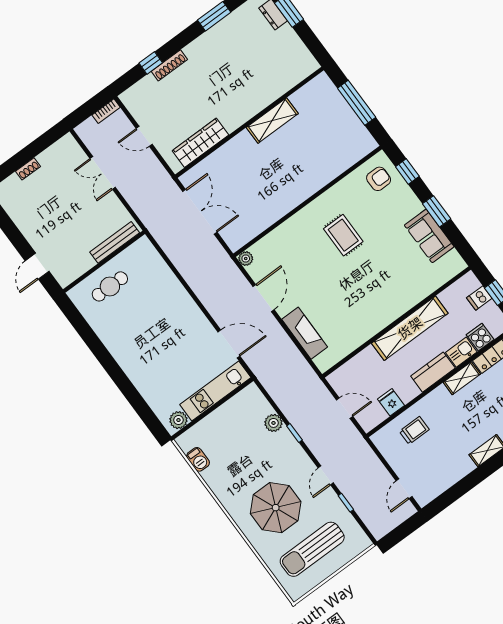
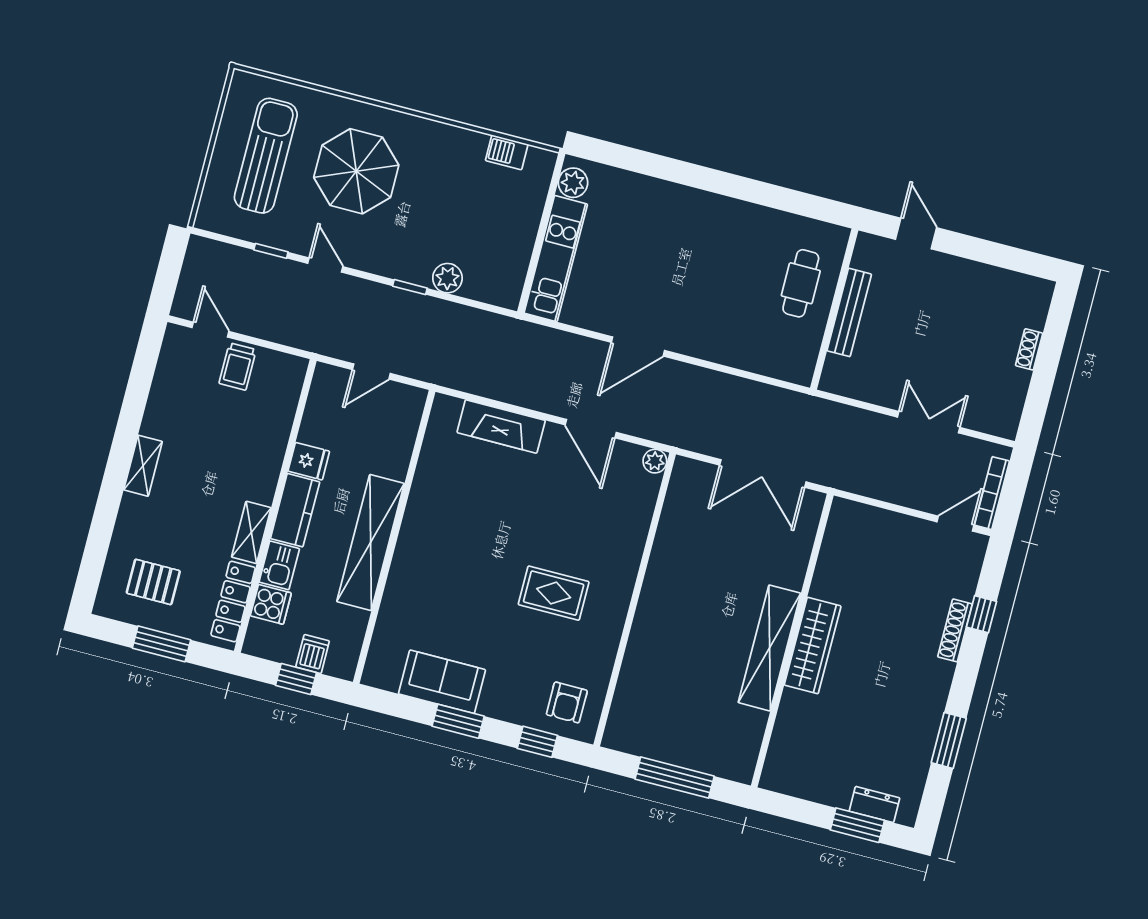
bookcase: (106, 111) -> (992, 493), width x1.56
shelving: (272, 121) -> (770, 648), width x1.47
door: (144, 136) -> (955, 524), moved
wardrobe: (200, 143) -> (813, 646), moved
bench: (115, 242) -> (849, 312), moved
door: (229, 344) -> (638, 346), moved
fridge: (391, 402) -> (309, 461), moved
trolley: (414, 430) -> (238, 366), moved

